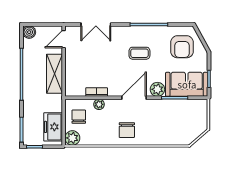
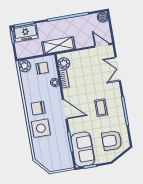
shelving: (54, 74) -> (58, 45), moved
plant: (157, 89) -> (64, 63), moved
freezer: (53, 127) -> (26, 33), moved, turned 180
side table: (152, 131) -> (41, 128), added

